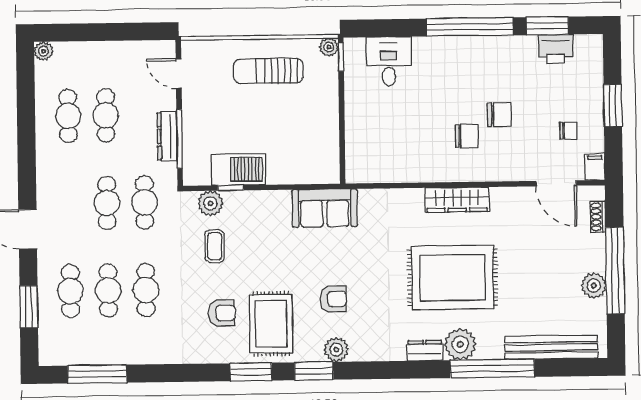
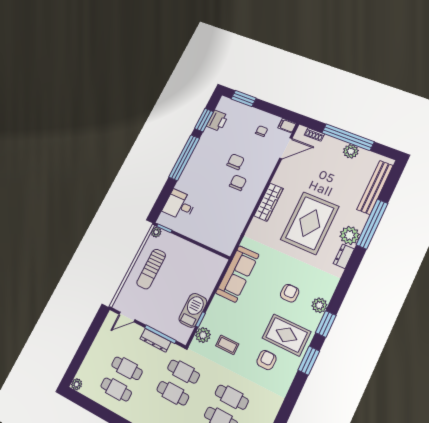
window: (613, 106) -> (244, 98), moved
sofa: (325, 208) -> (237, 274), width x1.36

